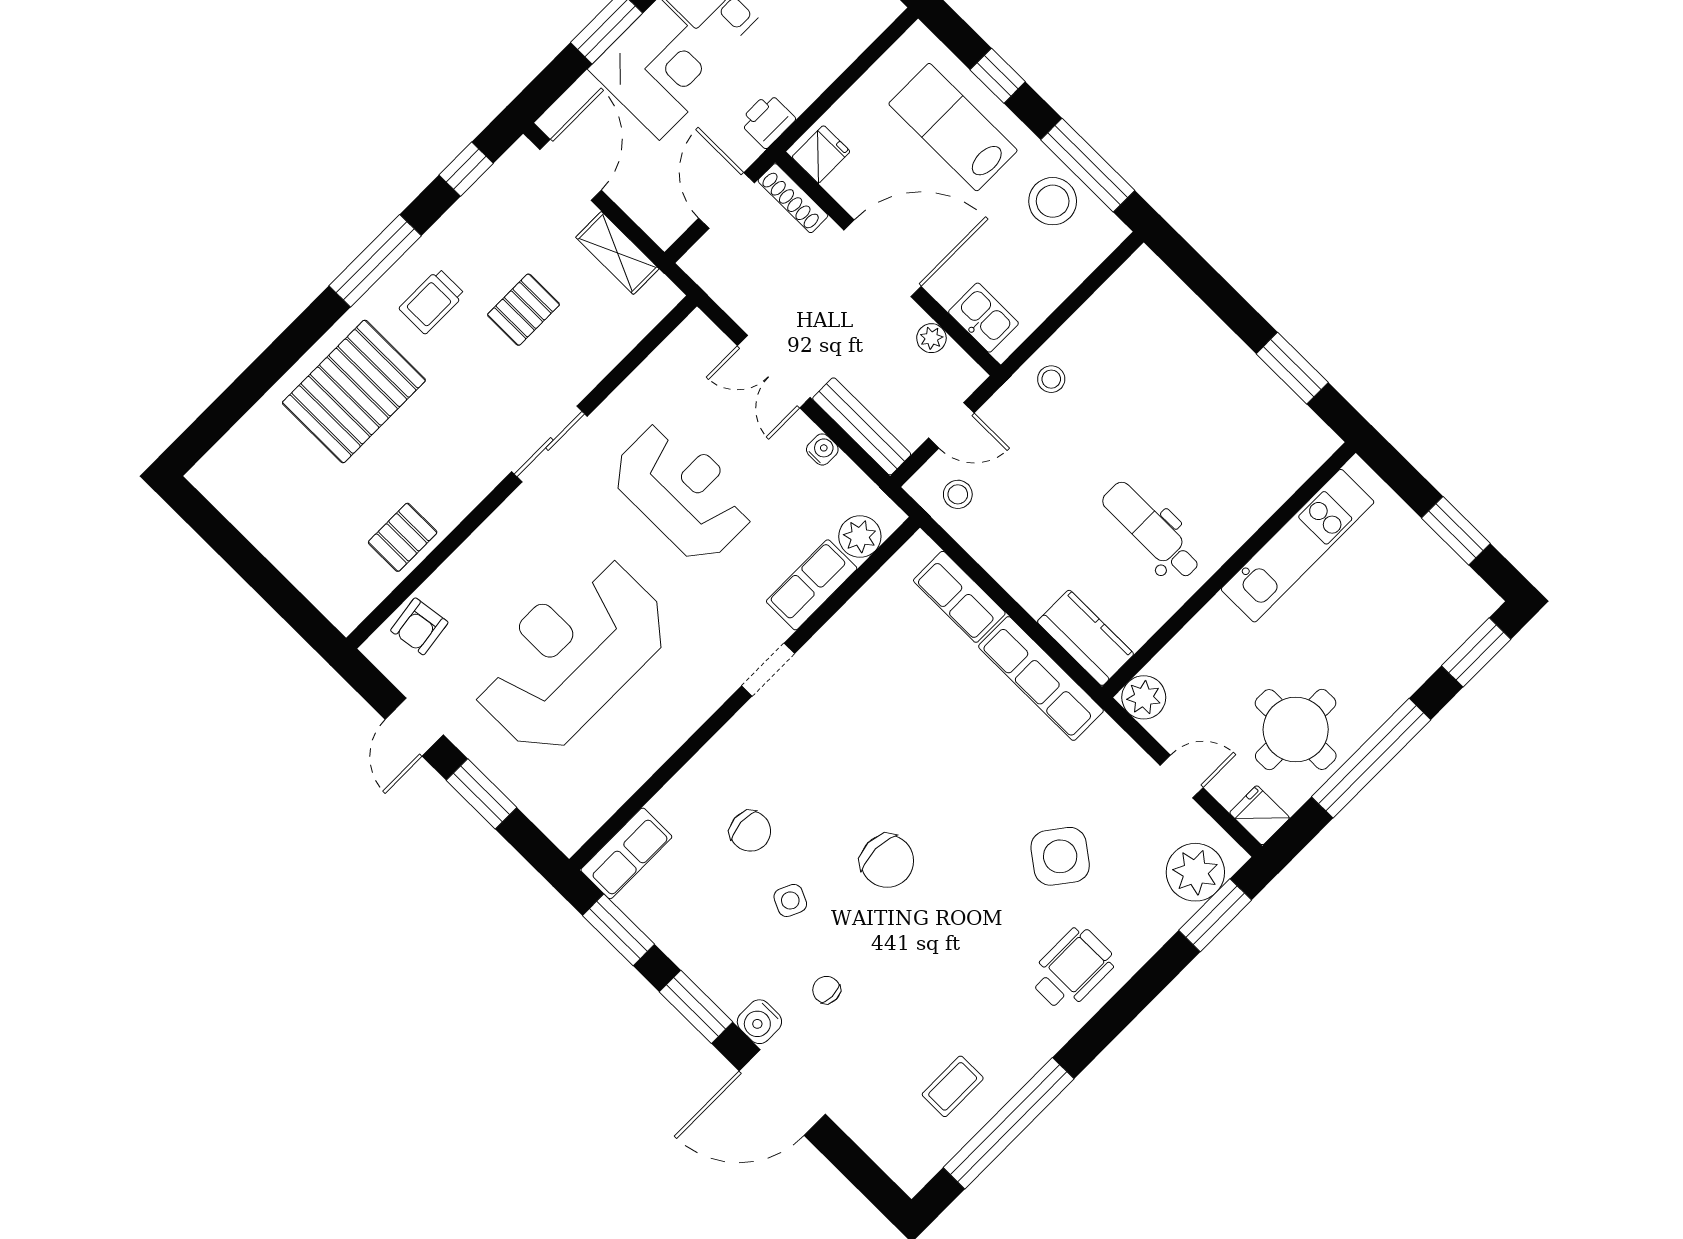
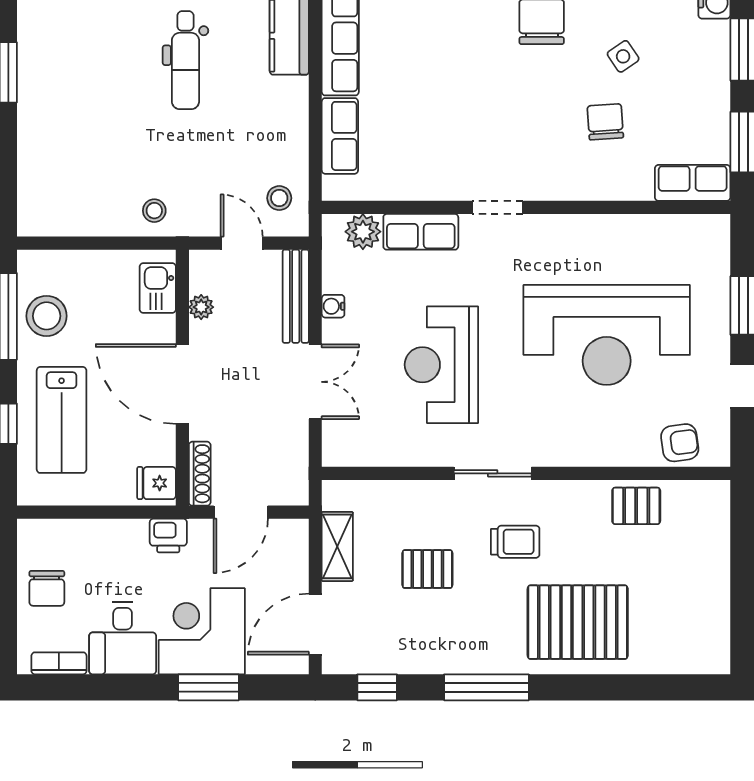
trolley: (432, 301) -> (515, 542), moved
side table: (790, 900) -> (623, 56), turned 31

